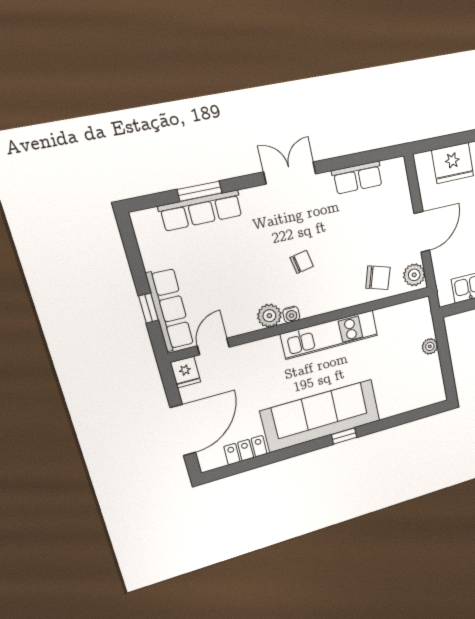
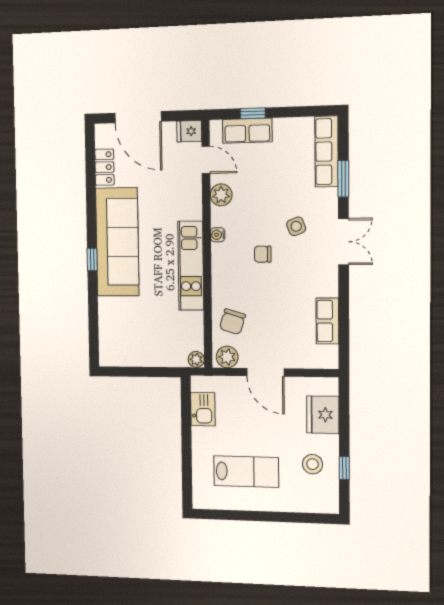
double door: (290, 173) -> (344, 242), moved
row of seats: (201, 211) -> (326, 152), moved
side table: (264, 232) -> (296, 226), added
chair: (302, 262) -> (263, 254), turned 101
row of seats: (170, 310) -> (247, 131), width x0.68
plant: (269, 316) -> (221, 195), moved
plant: (430, 346) -> (196, 359), moved

